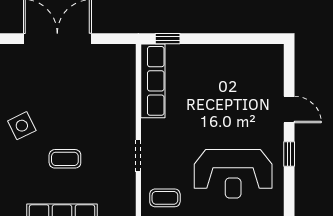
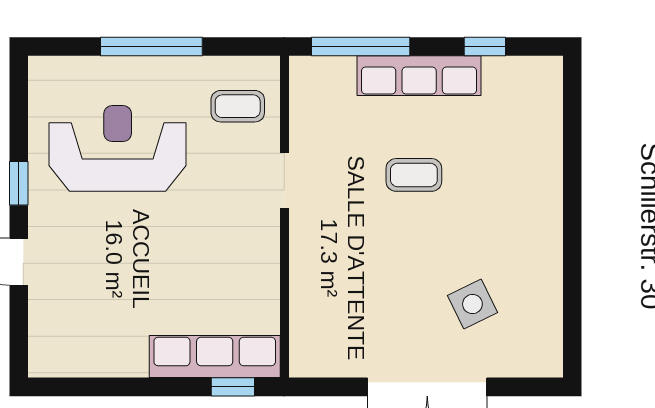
row of seats: (153, 81) -> (215, 357), moved, turned 90
side table: (22, 126) -> (472, 304), moved

